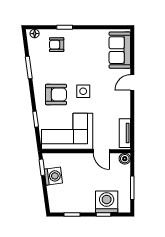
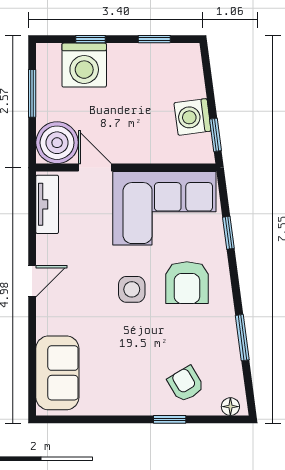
armchair: (57, 45) -> (186, 384), turned -121
door: (132, 82) -> (32, 281), moved
armchair: (56, 95) -> (187, 283), turned -90
boiler: (125, 159) -> (57, 143), width x1.86, depth x1.86

